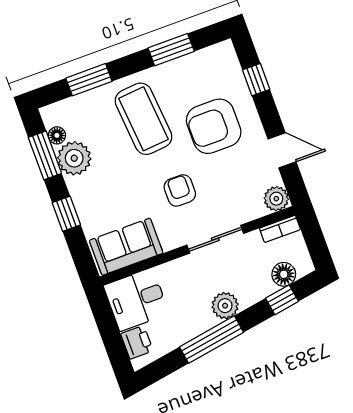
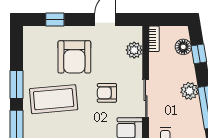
window: (171, 50) -> (17, 84), moved
plant: (276, 199) -> (134, 50), moved
sliding door: (215, 239) -> (146, 98), moved

